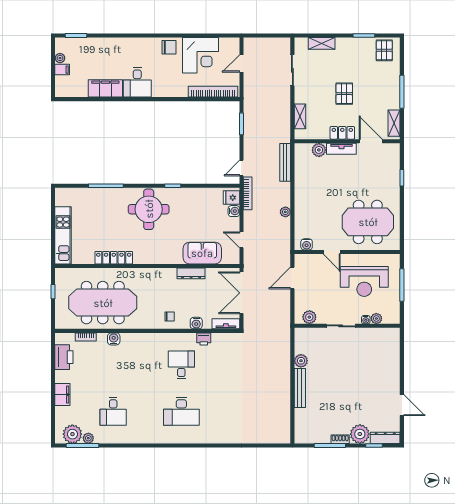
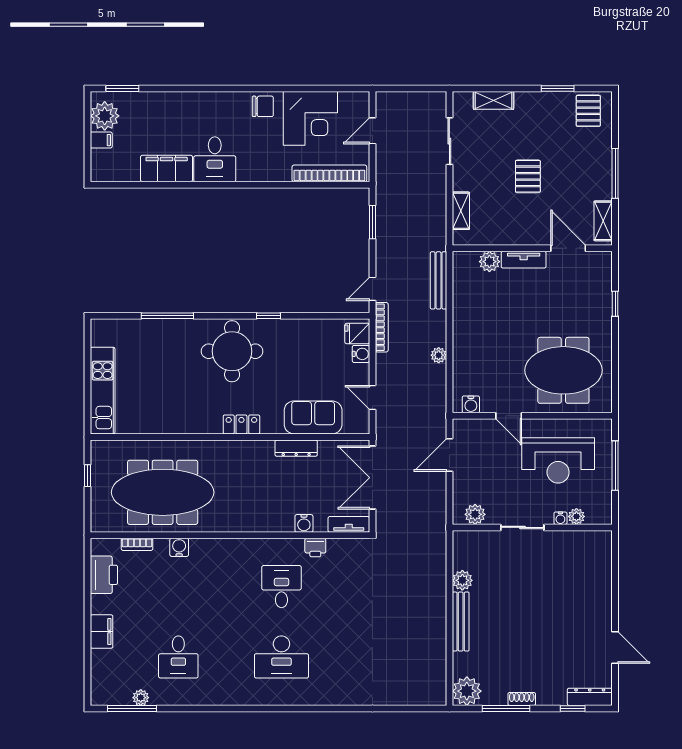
plant: (60, 58) -> (105, 116), width x1.88, depth x1.88
locker: (342, 133) -> (525, 236), removed
locker: (114, 258) -> (241, 424), moved, width x0.66
chair: (170, 317) -> (264, 513), removed
plant: (72, 434) -> (117, 691), removed
plant: (360, 434) -> (467, 691), moved

